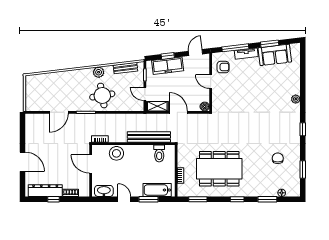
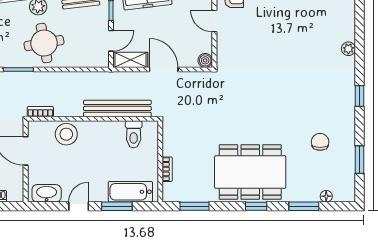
door: (145, 94) -> (111, 41), swing flipped
dining table: (219, 169) -> (250, 172), moved
door: (124, 199) -> (79, 206), hinge flipped

